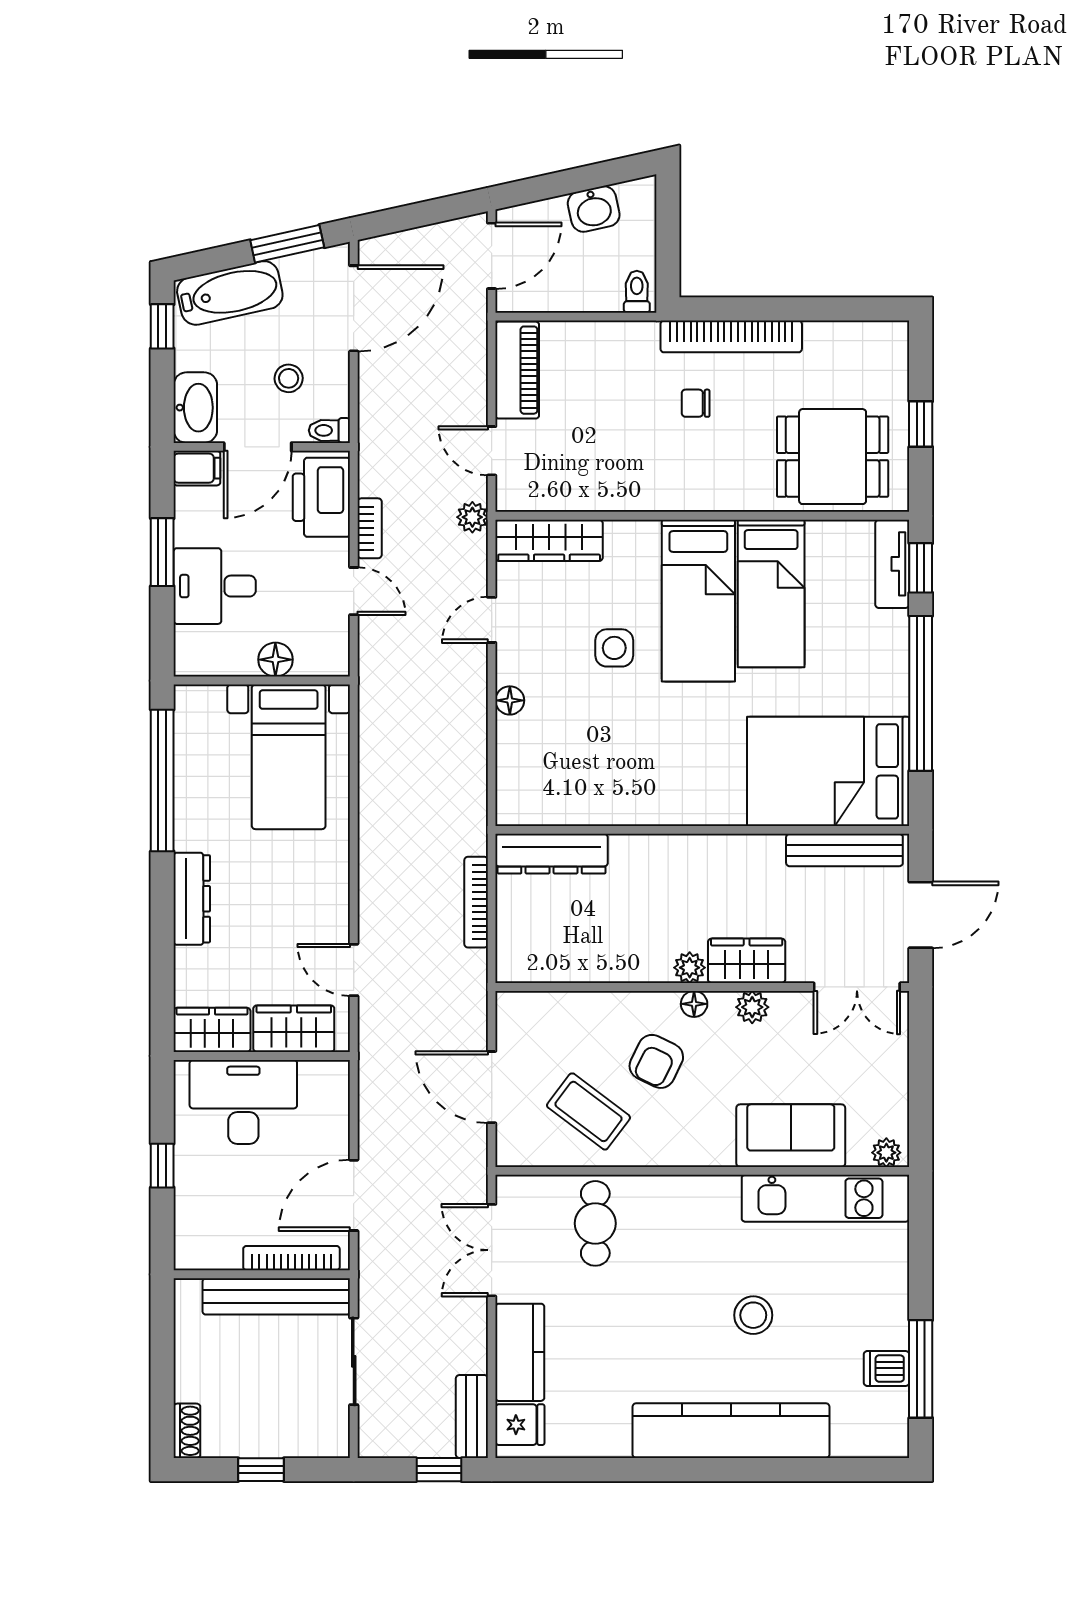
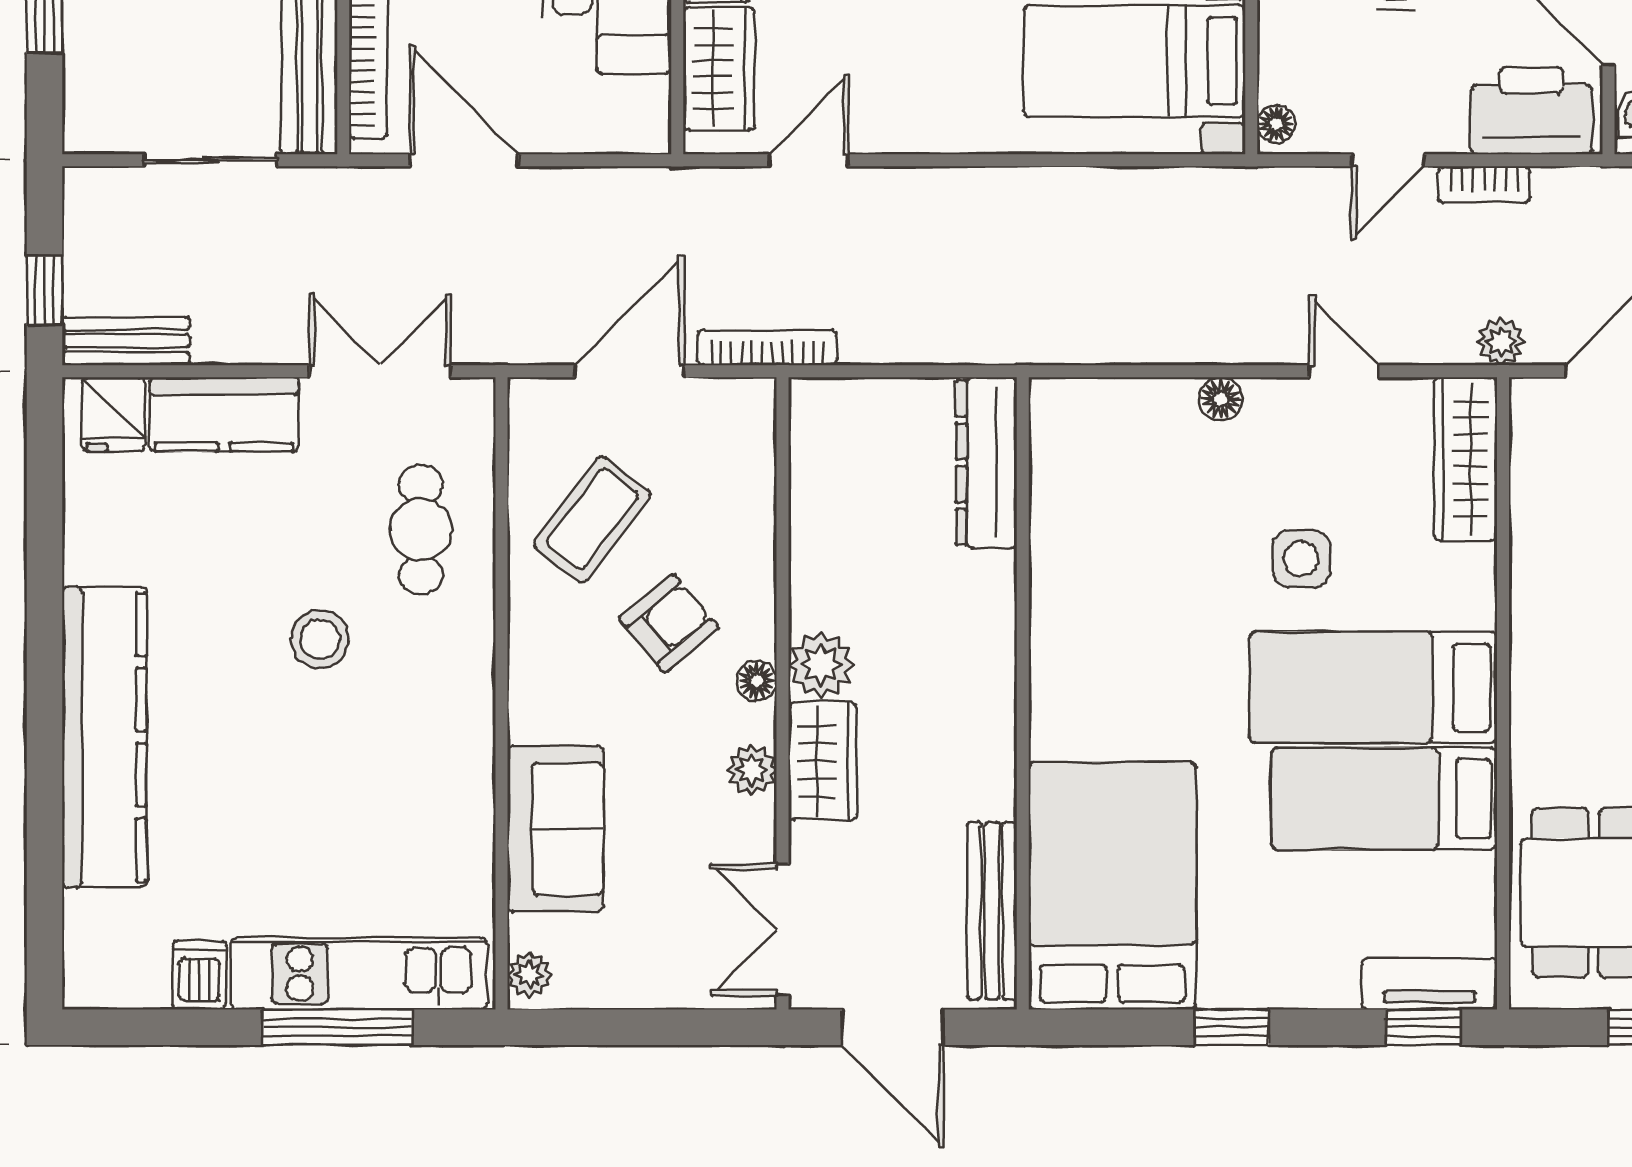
floor lamp: (275, 660) -> (1276, 124), moved, width x0.73, depth x0.73
window: (921, 693) -> (1232, 1027), width x0.32
bookcase: (476, 902) -> (767, 347), moved
plant: (690, 968) -> (821, 665), width x1.38, depth x1.38
armchair: (656, 1061) -> (669, 623), turned 114
kitchen unit: (825, 1198) -> (359, 974), moved, turned 90
cafe table: (595, 1223) -> (421, 530), turned 90
stool: (753, 1315) -> (320, 639), moved
window: (921, 1369) -> (337, 1027), moved

